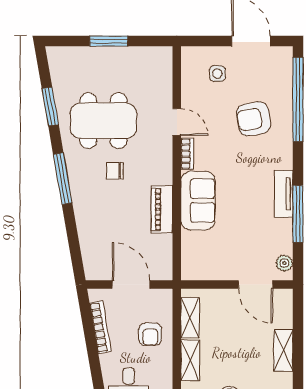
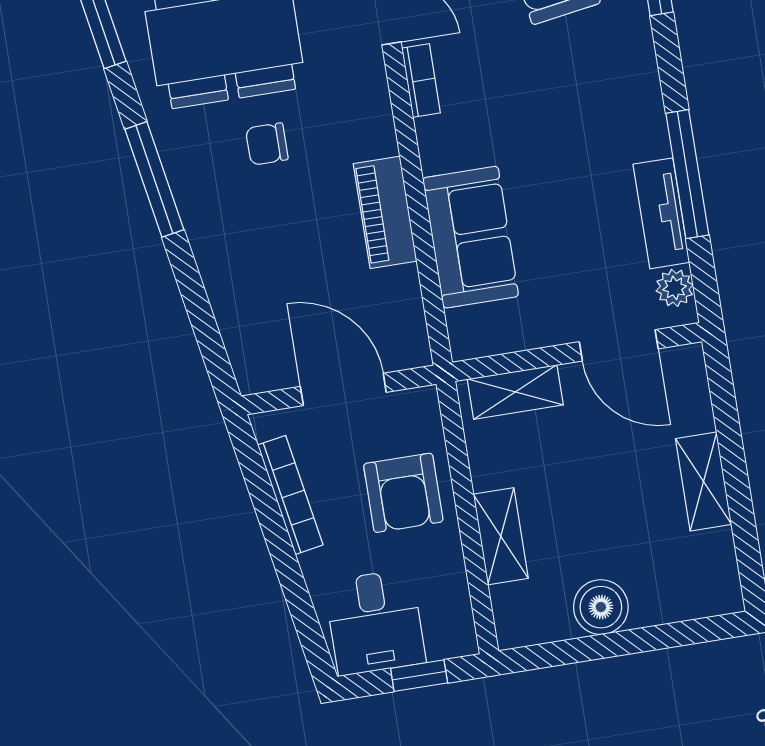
tv unit: (284, 194) -> (661, 213), moved
sofa: (198, 201) -> (471, 237), moved
shelving: (190, 318) -> (515, 392), moved, turned 90
armchair: (150, 334) -> (403, 493), width x1.38, depth x1.38

